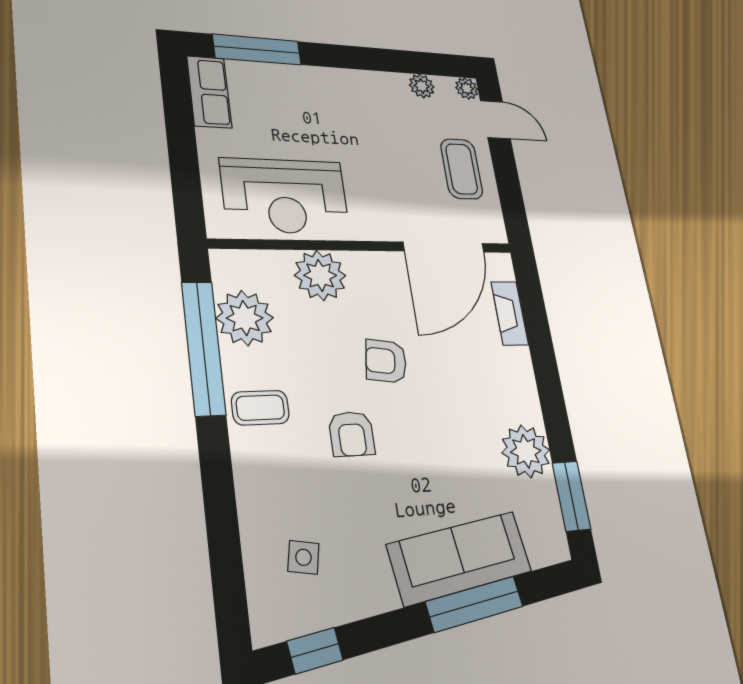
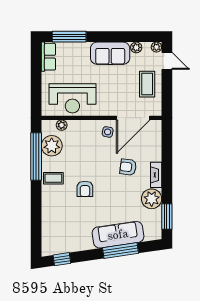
sofa: (363, 95) -> (110, 53), added
plant: (320, 275) -> (62, 125), moved, width x0.53, depth x0.53
fireplace: (510, 313) -> (156, 175), moved
armchair: (386, 361) -> (128, 167), moved
side table: (303, 557) -> (108, 132), moved

